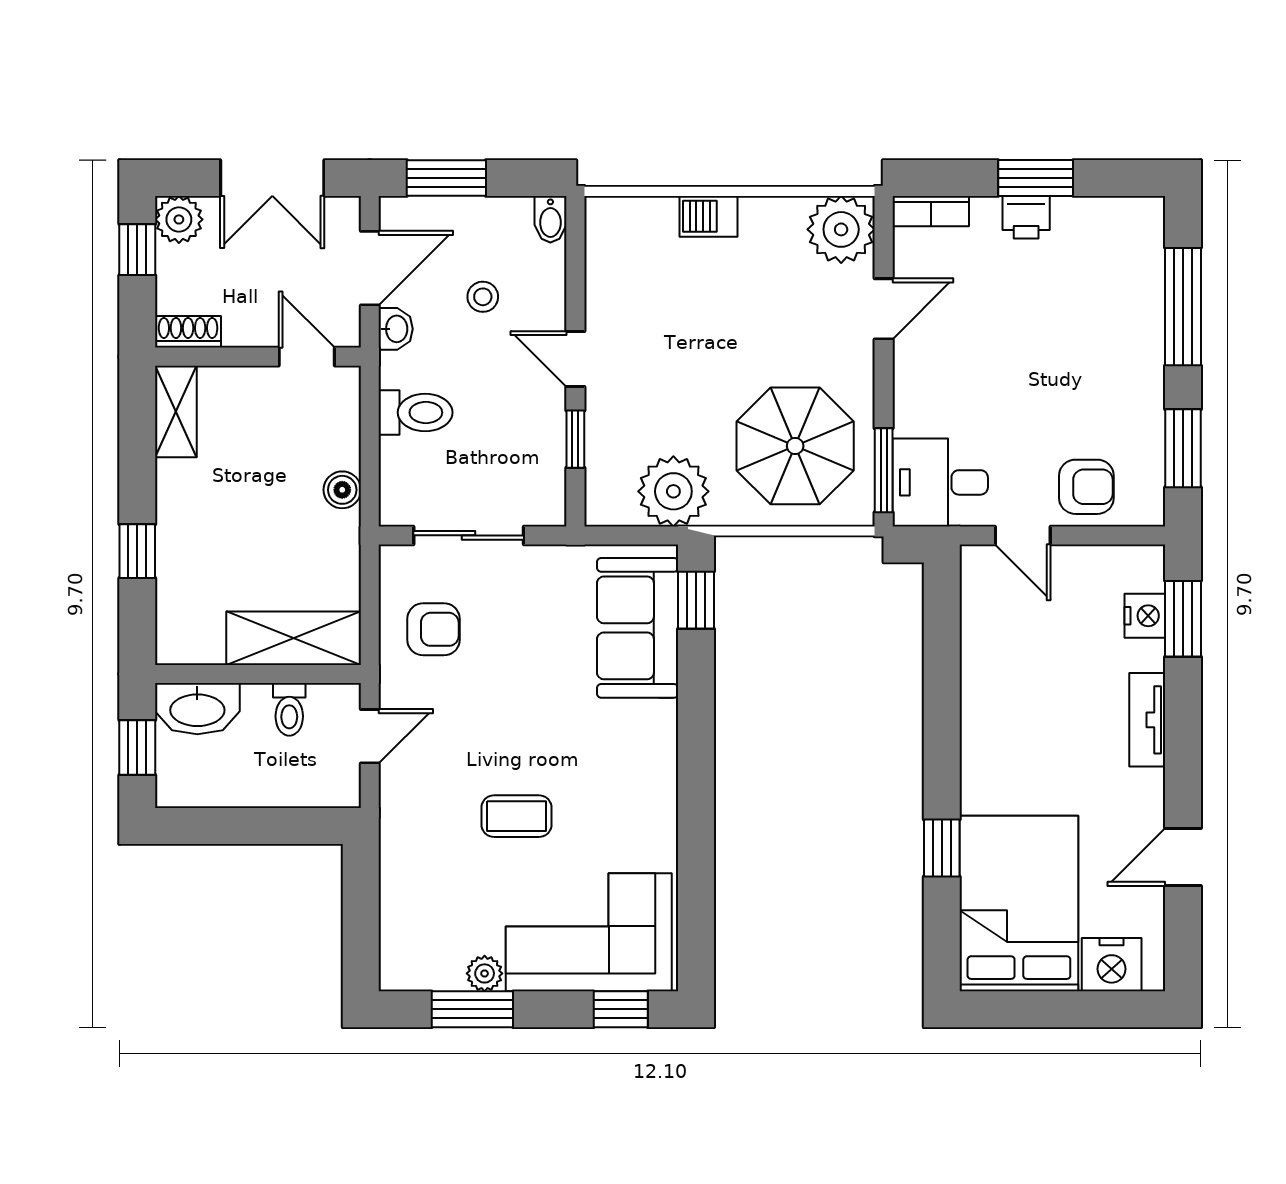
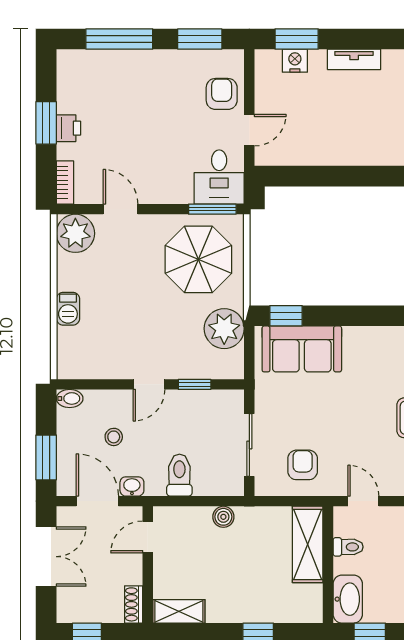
plant: (179, 219) -> (70, 610), removed

